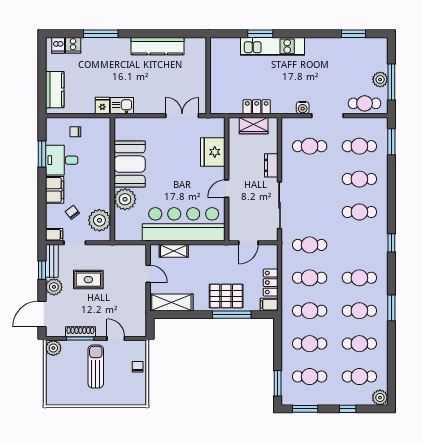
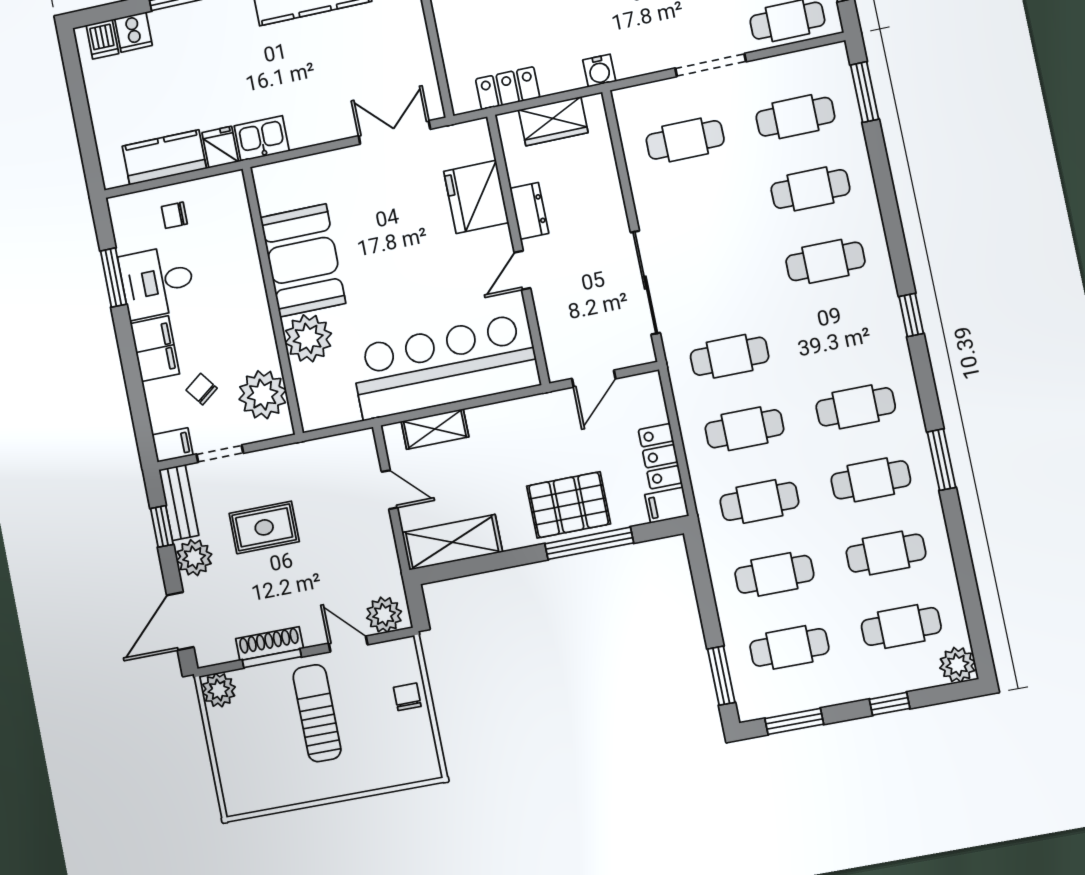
kitchen counter: (55, 90) -> (164, 157), moved, turned -90
locker: (257, 107) -> (508, 88), moved
water cooler: (303, 108) -> (599, 71), moved
dresser: (271, 165) -> (529, 211), moved, turned 180
plant: (135, 329) -> (384, 615), added

